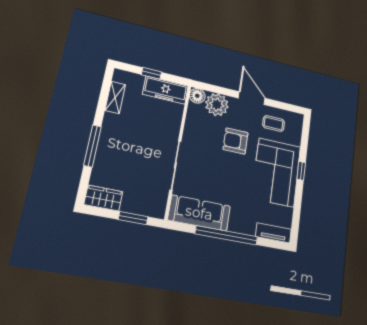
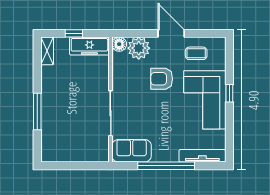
shelving: (115, 97) -> (47, 51), moved
wardrobe: (103, 198) -> (55, 154), removed
sofa: (199, 213) -> (132, 151), width x0.73
window: (133, 218) -> (83, 166), removed
tv unit: (273, 233) -> (202, 156), width x1.41

